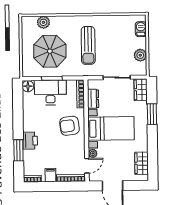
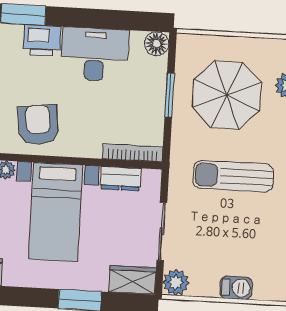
barbecue: (141, 29) -> (236, 288), moved
plant: (140, 55) -> (176, 283), moved
desk: (50, 92) -> (95, 54), moved, turned -90
armchair: (70, 126) -> (38, 125), moved

